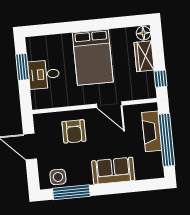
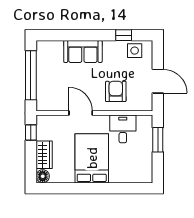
window: (22, 67) -> (158, 140), moved
desk: (44, 74) -> (123, 129), moved, turned -90
fireplace: (152, 131) -> (44, 84), removed
window: (71, 192) -> (124, 35), width x0.46

